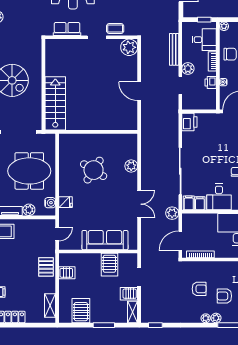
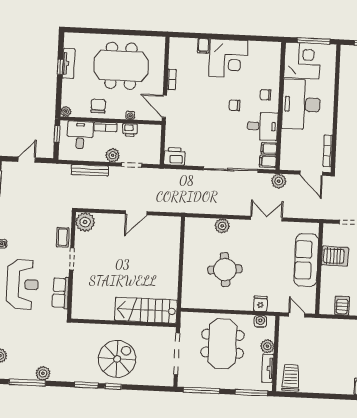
round table: (94, 170) -> (225, 270), turned -37
pallet: (46, 267) -> (334, 330), removed

